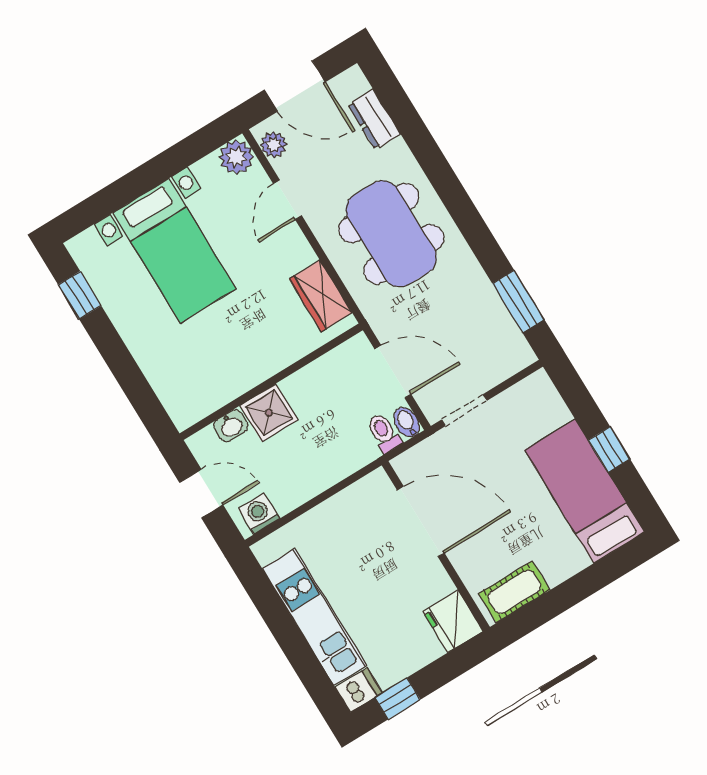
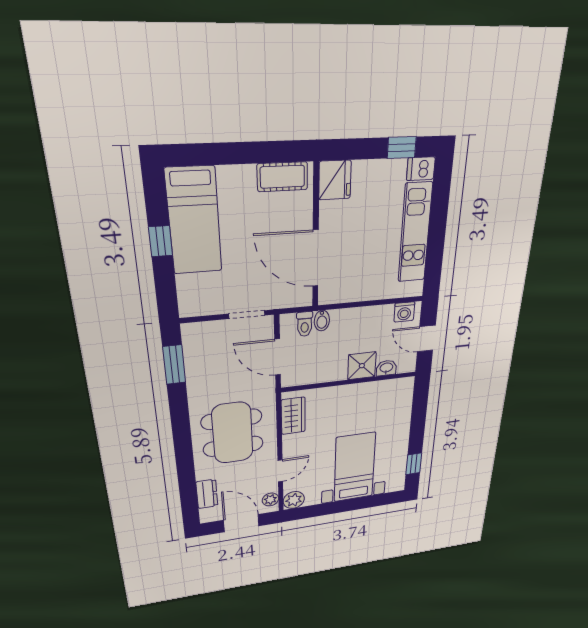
bidet: (407, 422) -> (322, 321), moved

